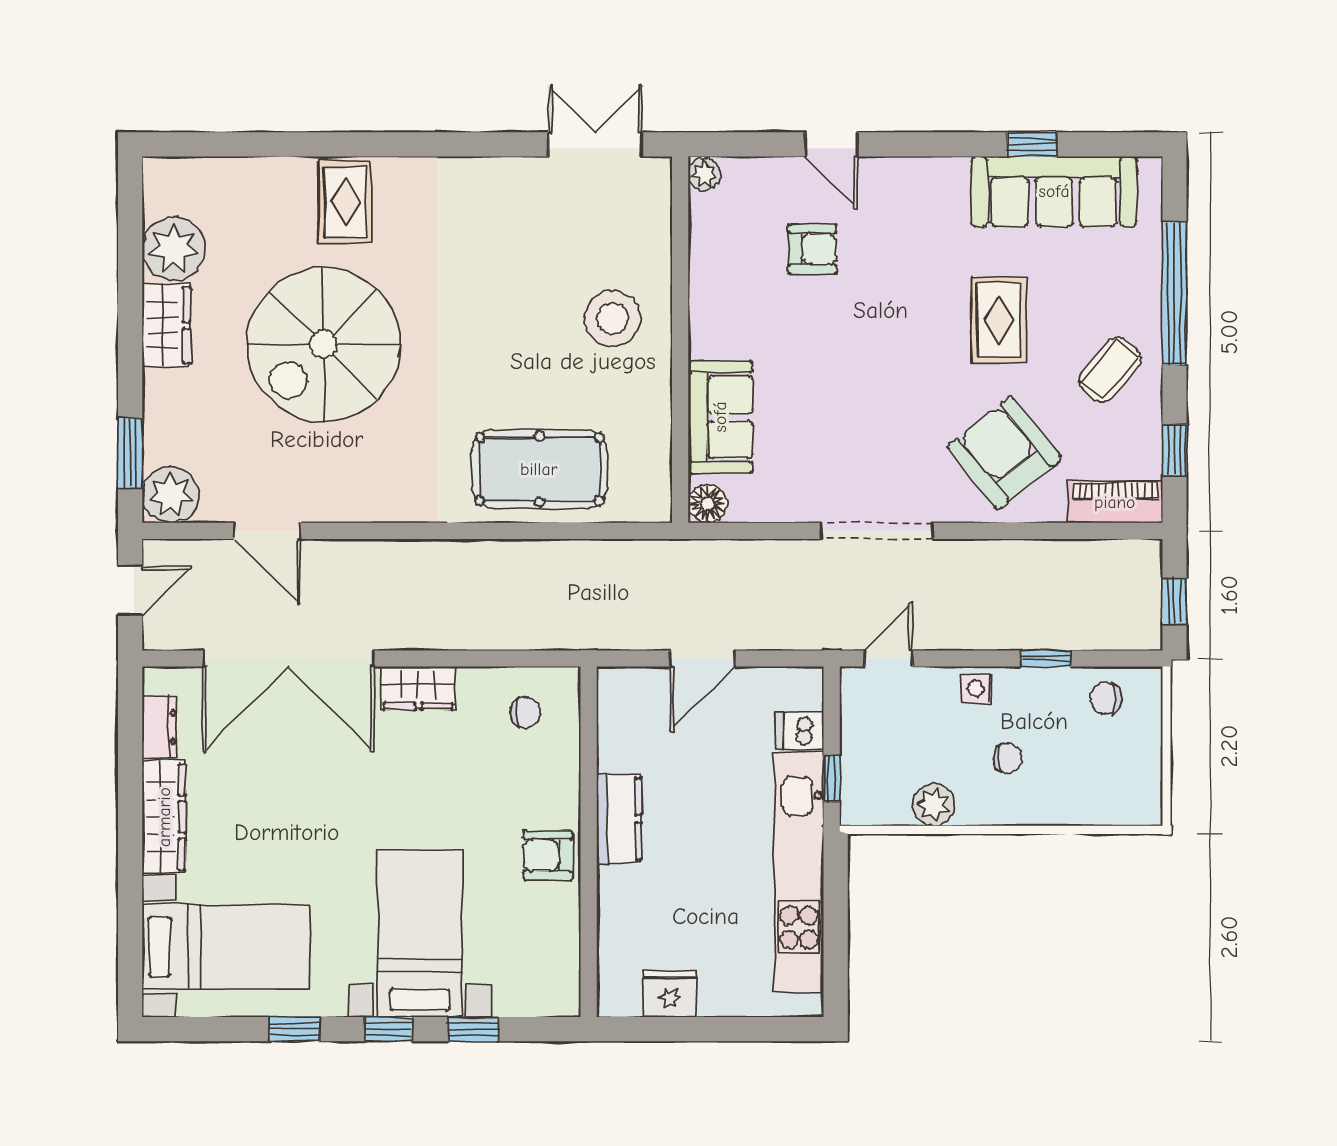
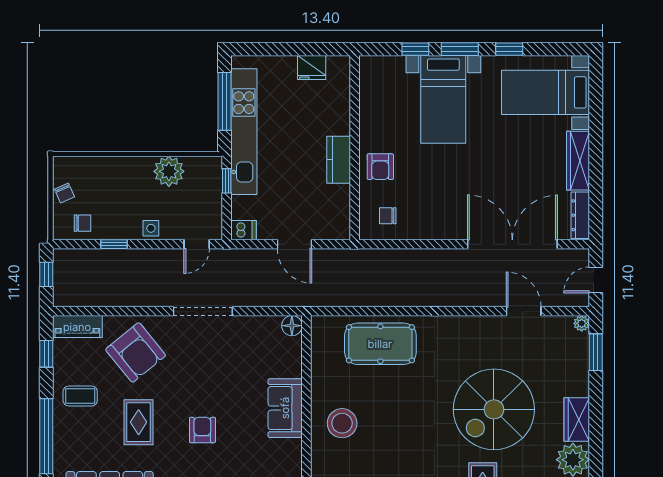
armchair: (812, 249) -> (202, 430), moved, turned 90
spiral stairs: (324, 344) -> (494, 409), turned 180
coffee table: (1110, 370) -> (80, 396), turned 50
sofa: (720, 417) -> (285, 408), moved
plant: (170, 495) -> (582, 323), width x0.53, depth x0.53
door: (703, 658) -> (295, 244), swing flipped
wardrobe: (418, 688) -> (444, 229), removed
dresser: (159, 727) -> (580, 215), width x1.44
dishwasher: (800, 731) -> (243, 230), moved
chair: (1008, 758) -> (65, 193), moved, turned -114
plant: (934, 805) -> (169, 171), width x1.36, depth x1.36
armchair: (548, 855) -> (380, 167), moved, turned 90
window: (836, 930) -> (225, 101), added
window: (388, 1029) -> (460, 49), width x1.50

